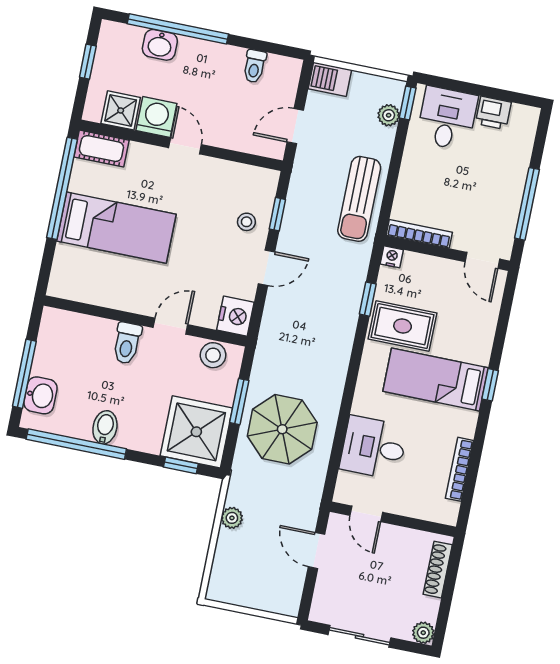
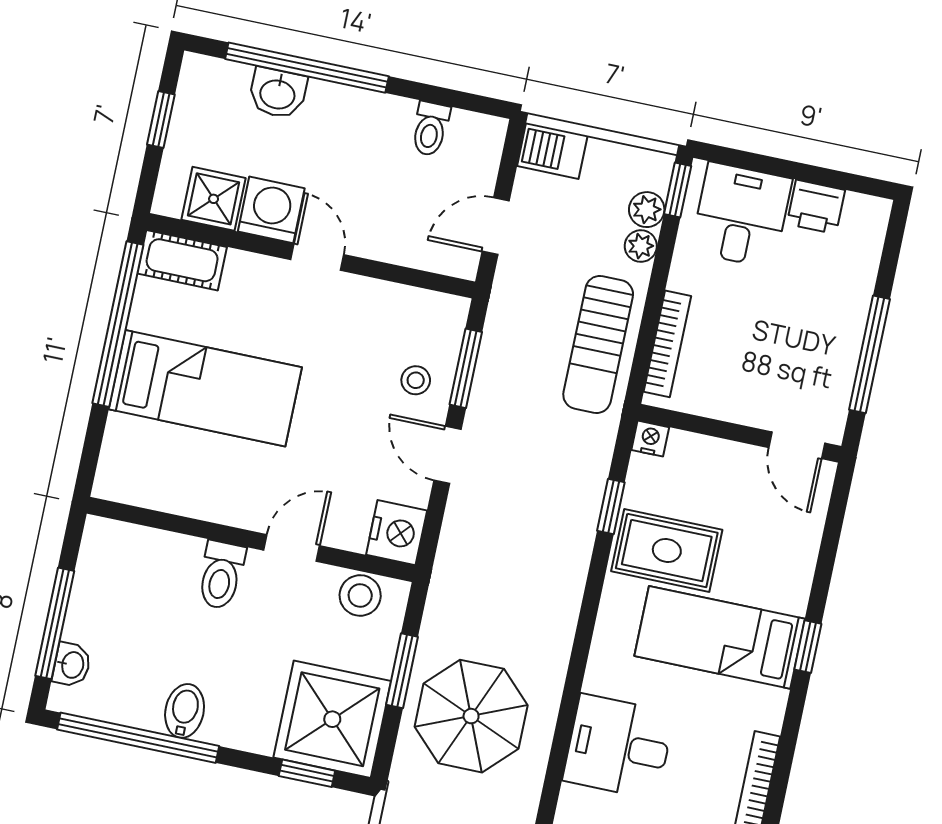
plant: (385, 138) -> (641, 246), added
window: (277, 214) -> (466, 368), width x1.50
bookcase: (419, 234) -> (667, 344), moved, turned 90
door: (266, 268) -> (447, 455), swing flipped
washbasin: (40, 395) -> (72, 665), width x0.72, depth x0.69

